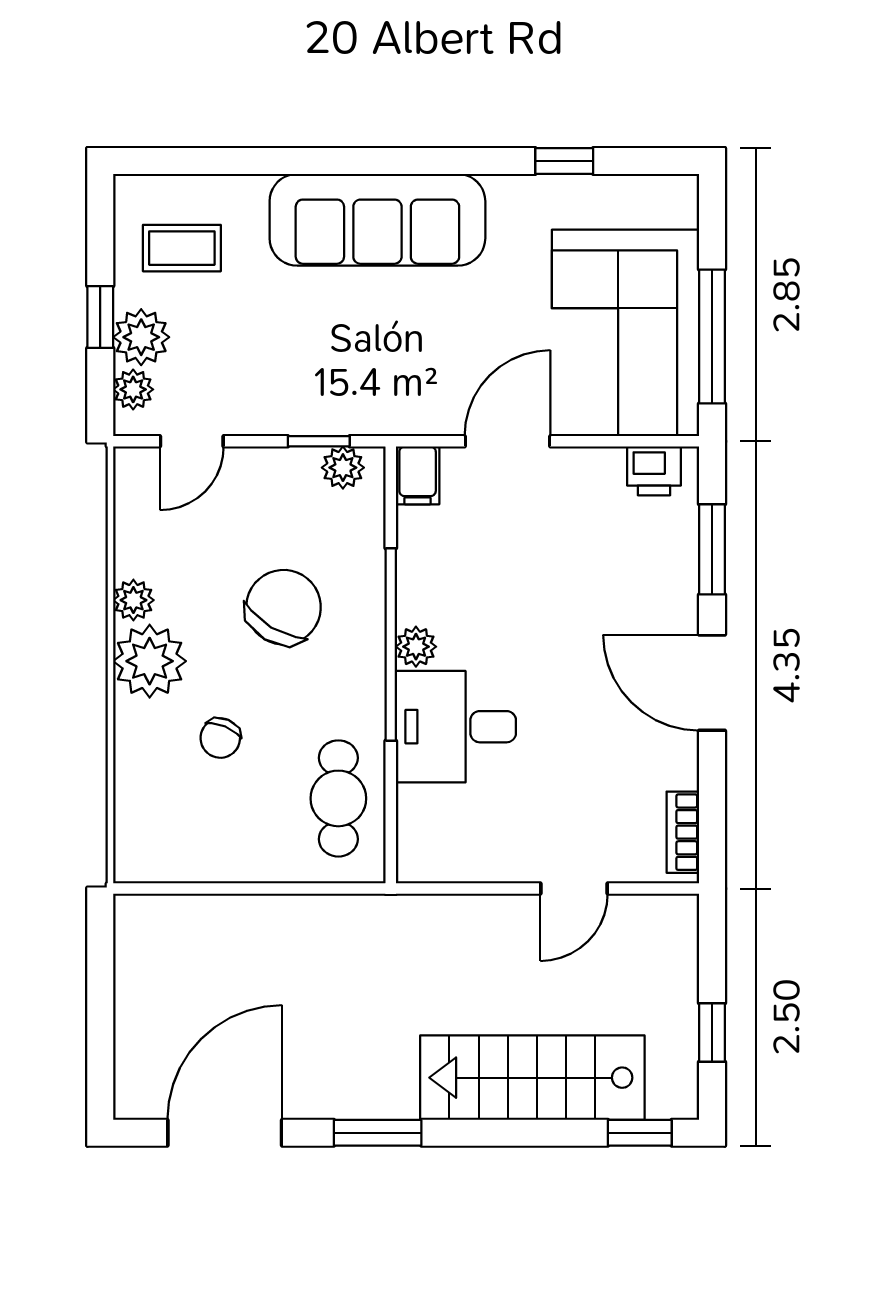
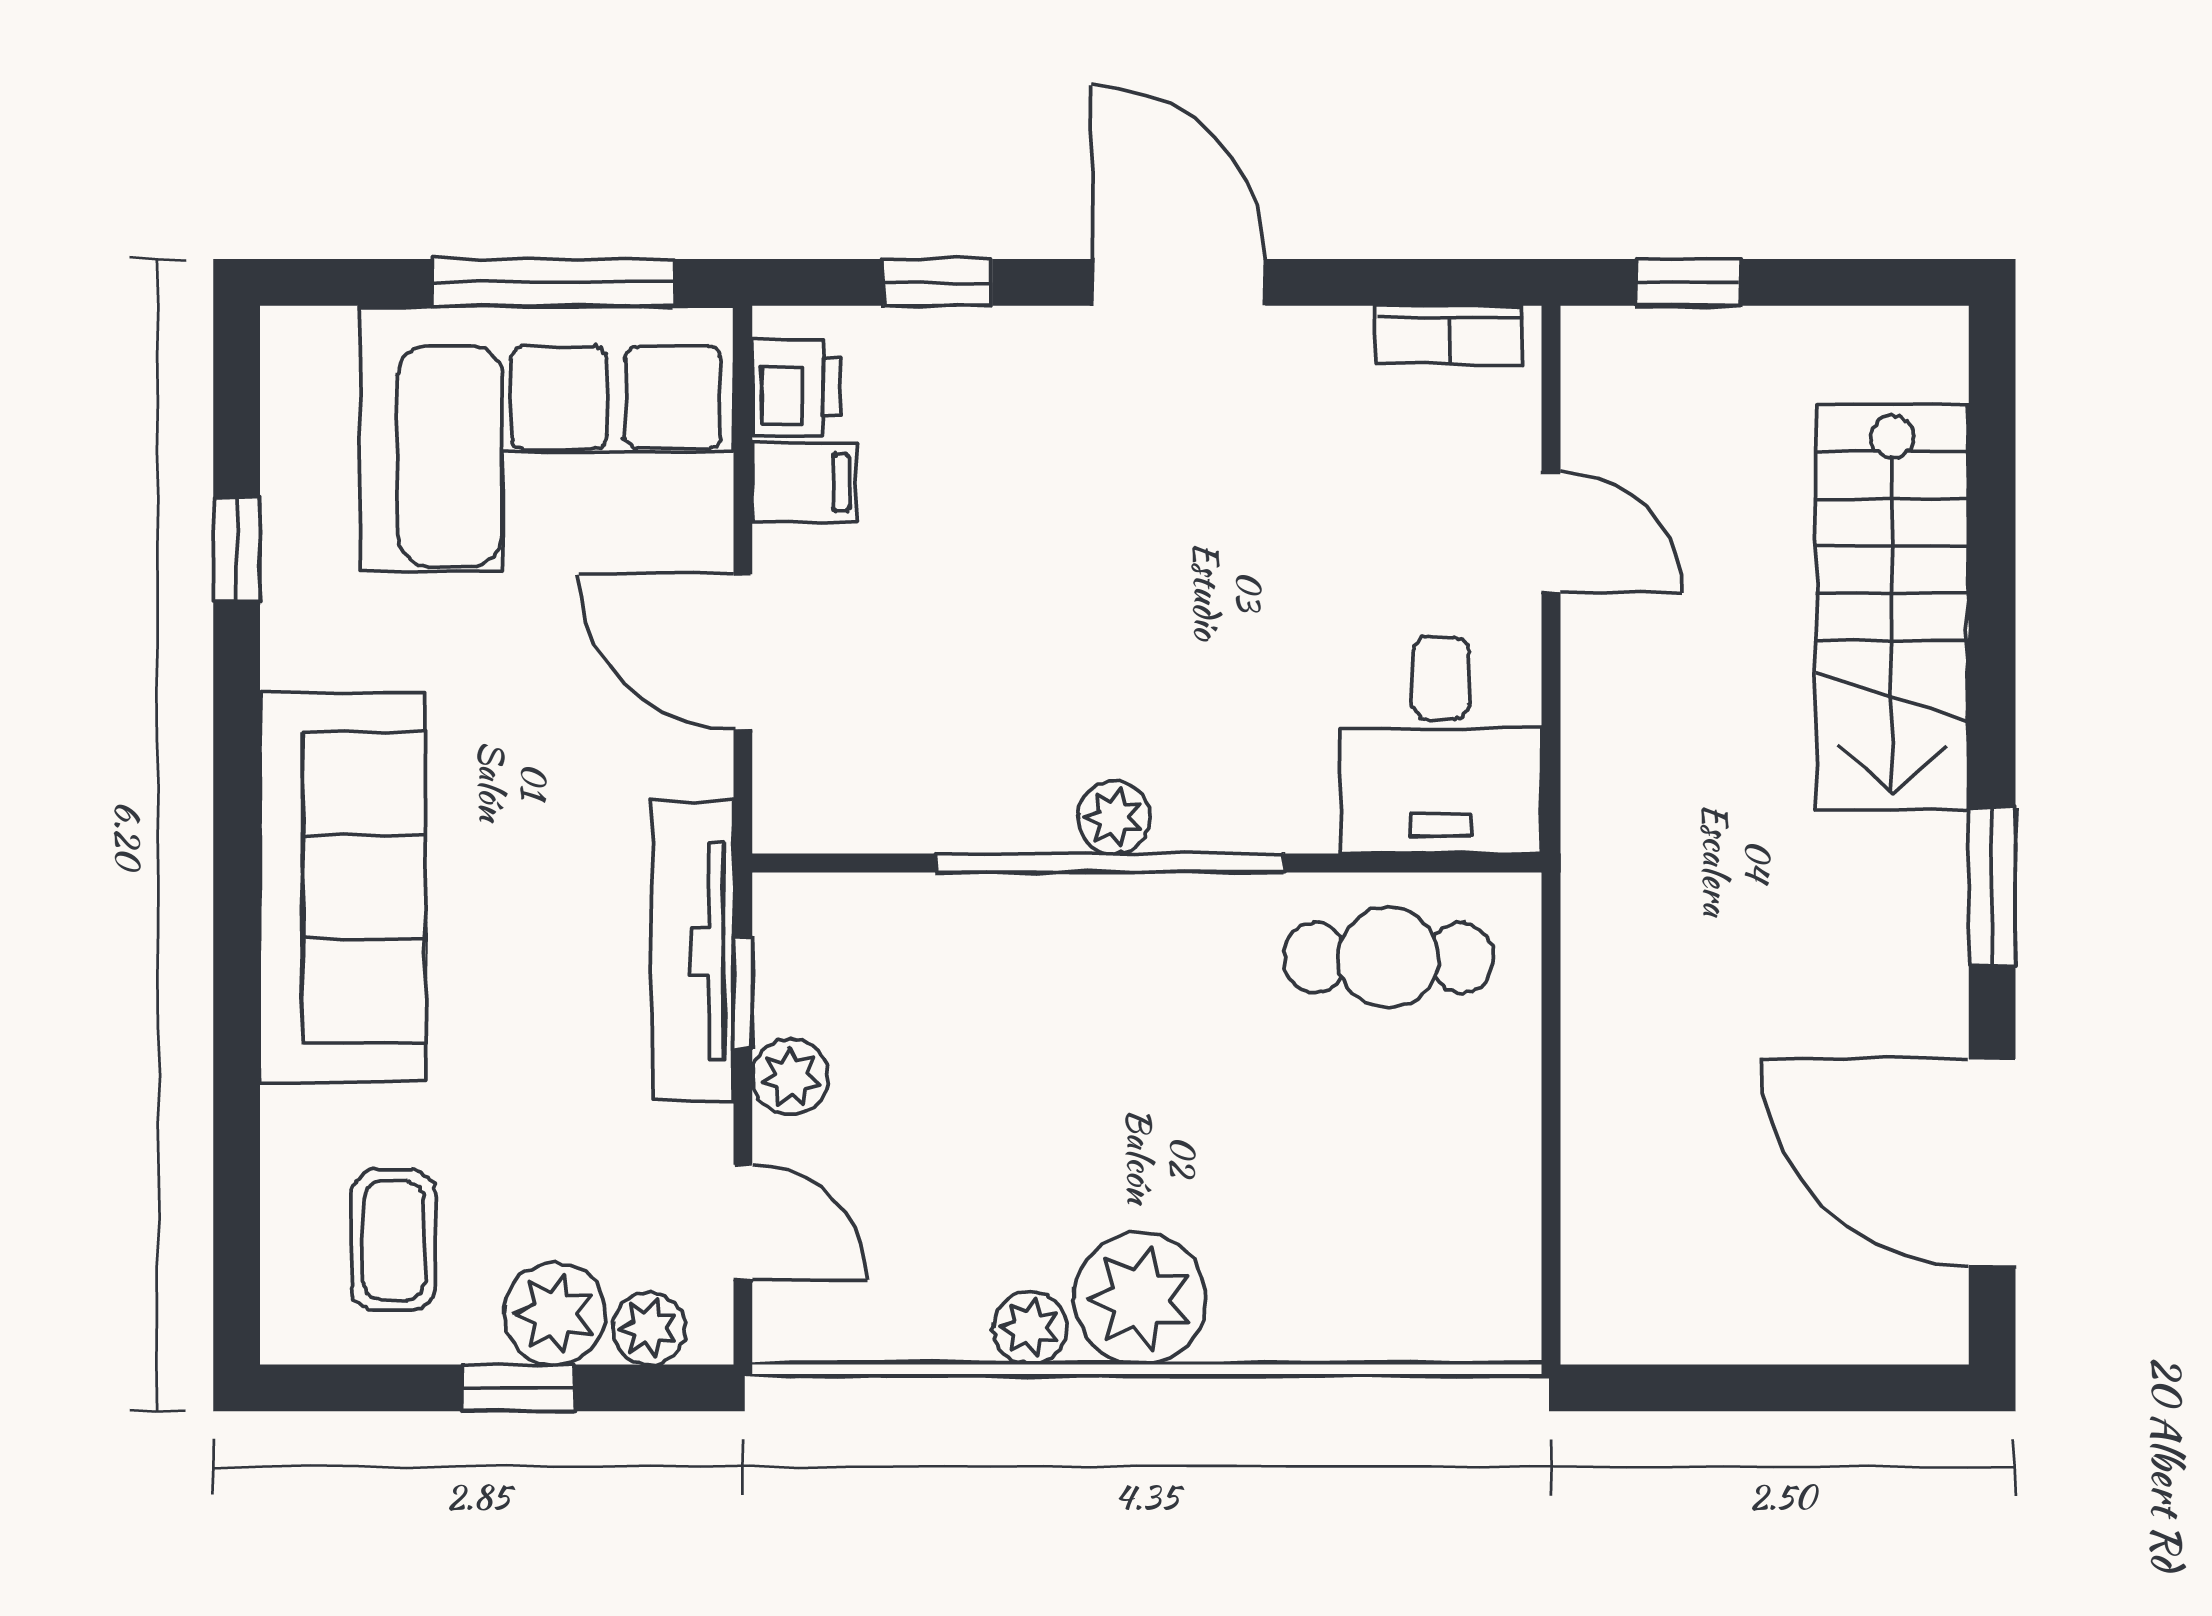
tv unit: (342, 414) -> (693, 951), added
plant: (343, 468) -> (790, 1077), moved
filing cabinet: (418, 475) -> (804, 483), moved
window: (712, 549) -> (938, 282), width x0.67
chair: (283, 607) -> (1043, 1057), removed
door: (712, 683) -> (1179, 282), swing flipped
desk: (456, 727) -> (1441, 745), moved
chair: (220, 738) -> (1279, 1171), removed
window: (712, 1033) -> (1688, 282), moved
window: (640, 1133) -> (1992, 413), removed

